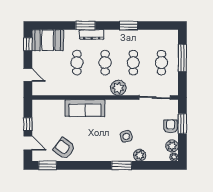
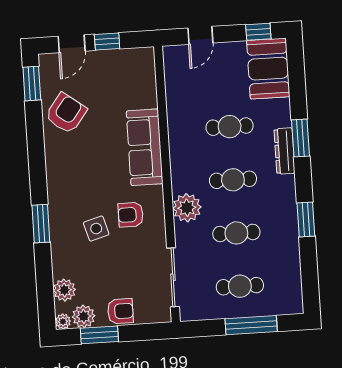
armchair: (120, 118) -> (131, 215), added
window: (182, 124) -> (99, 335), moved
plant: (140, 155) -> (64, 290), moved

